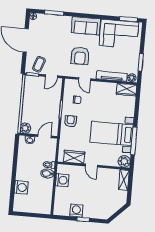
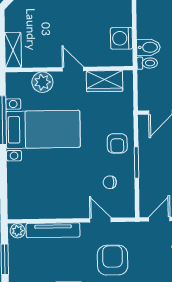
wardrobe: (127, 90) -> (25, 209), removed
plant: (124, 161) -> (42, 82), moved

